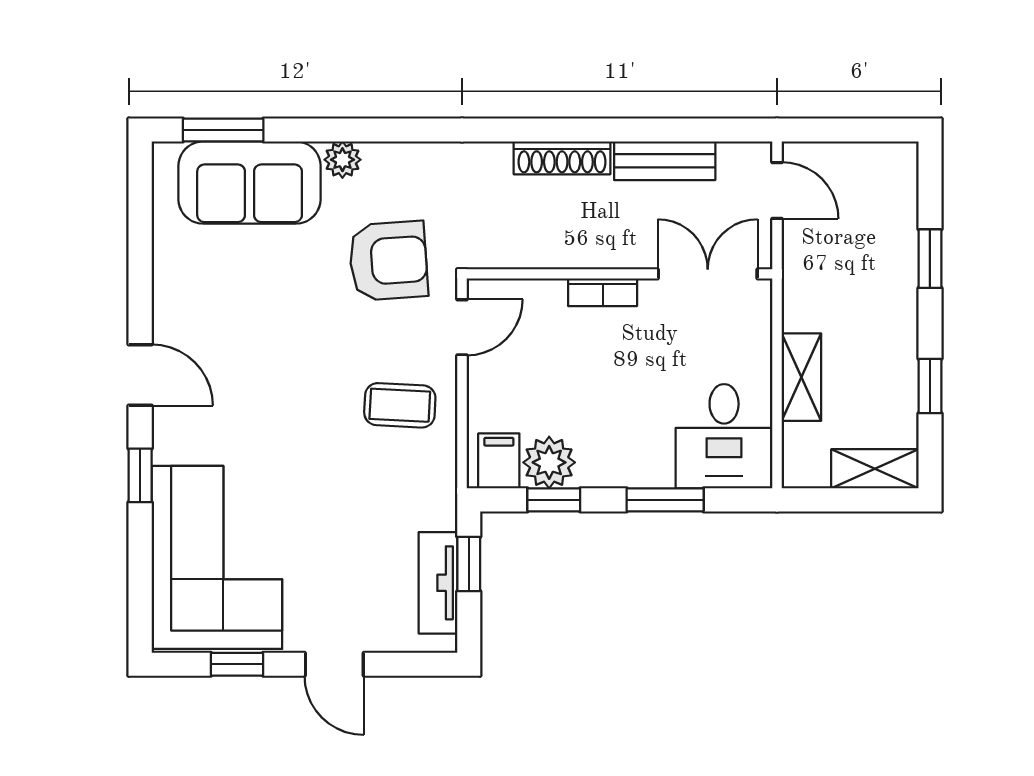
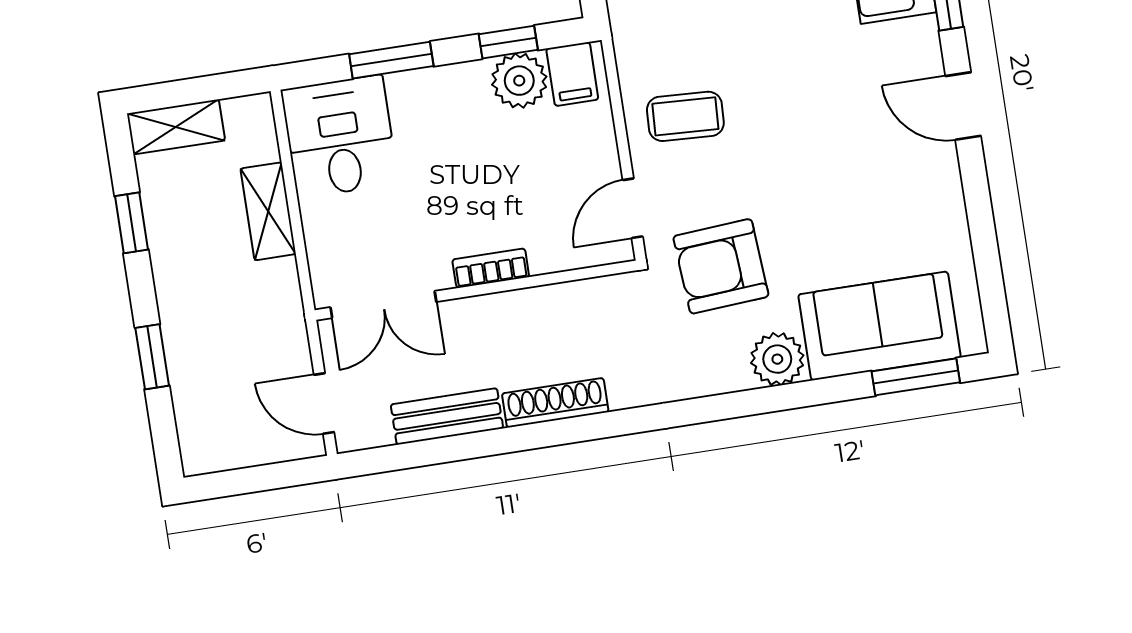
plant: (342, 160) -> (777, 359), width x1.38, depth x1.38

